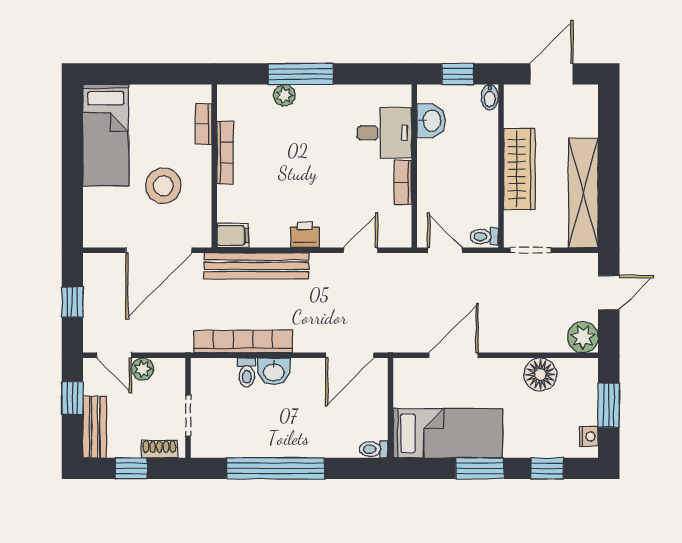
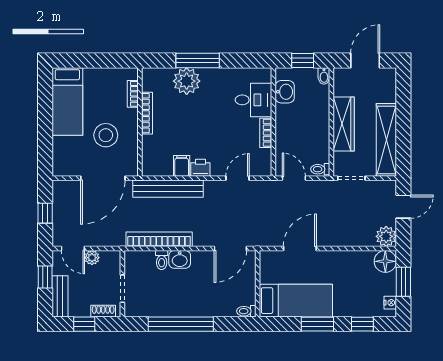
plant: (284, 95) -> (187, 81), width x1.88, depth x1.88
filing cabinet: (233, 236) -> (182, 166), moved, turned -90
floor lamp: (540, 375) -> (385, 261), moved

